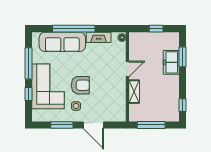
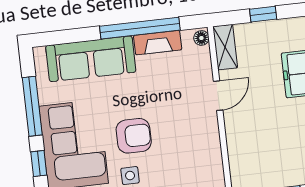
window: (74, 29) -> (140, 28), moved
shelving: (134, 92) -> (225, 47), moved

